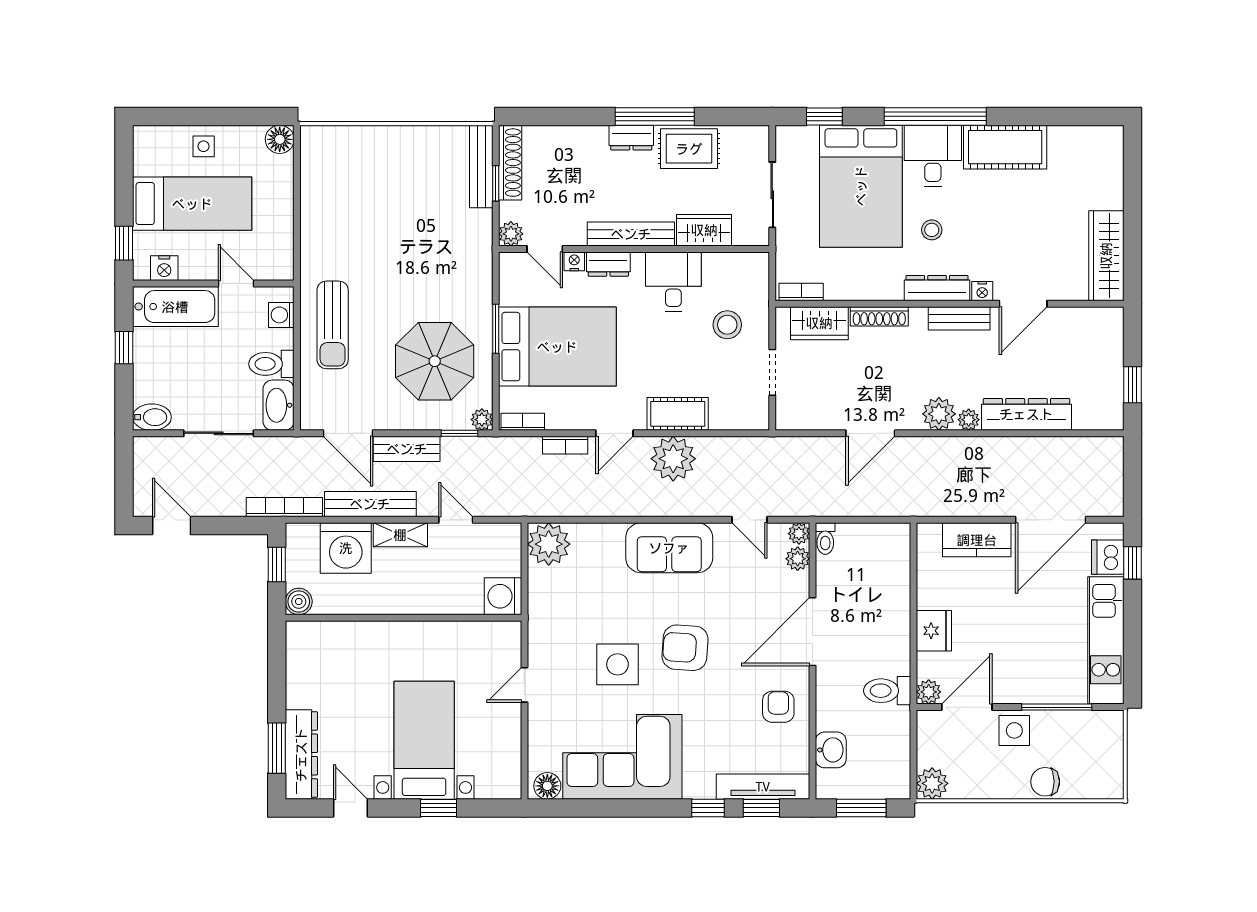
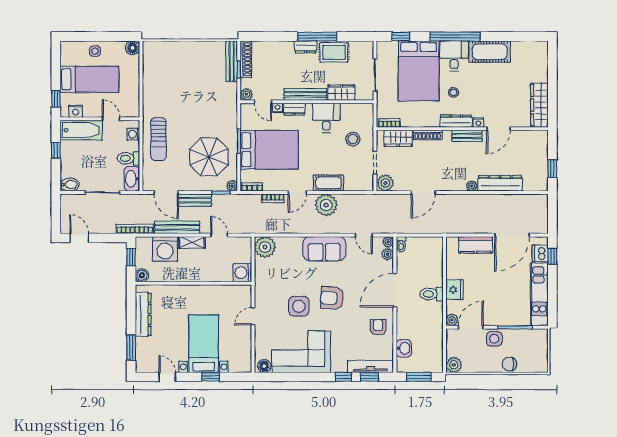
plant: (939, 414) -> (385, 183), moved
toilet: (887, 691) -> (432, 294), moved
dresser: (301, 755) -> (143, 314), moved

